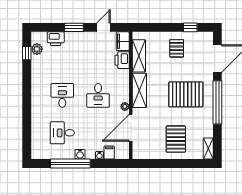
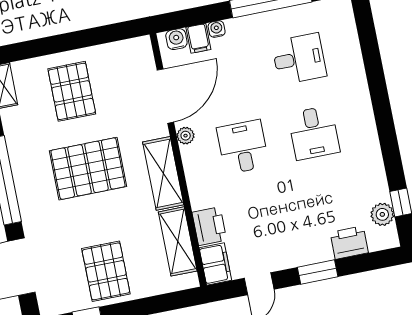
pallet: (177, 48) -> (106, 271), width x1.50, depth x1.42
pallet: (186, 94) -> (88, 169), moved
water cooler: (80, 154) -> (176, 39), moved

